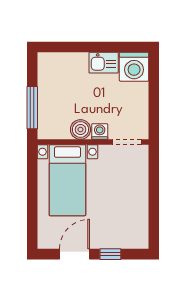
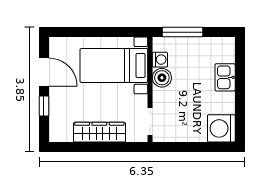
kitchen sink: (104, 63) -> (225, 77), moved
washing machine: (100, 132) -> (160, 60), moved
wardrobe: (138, 195) -> (99, 132), added

